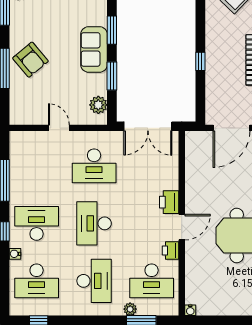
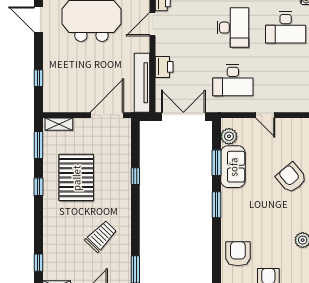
sofa: (94, 49) -> (233, 167), moved
tv unit: (193, 163) -> (142, 83), added
desk: (94, 166) -> (233, 80), turned 180
printer: (169, 202) -> (164, 67), moved

